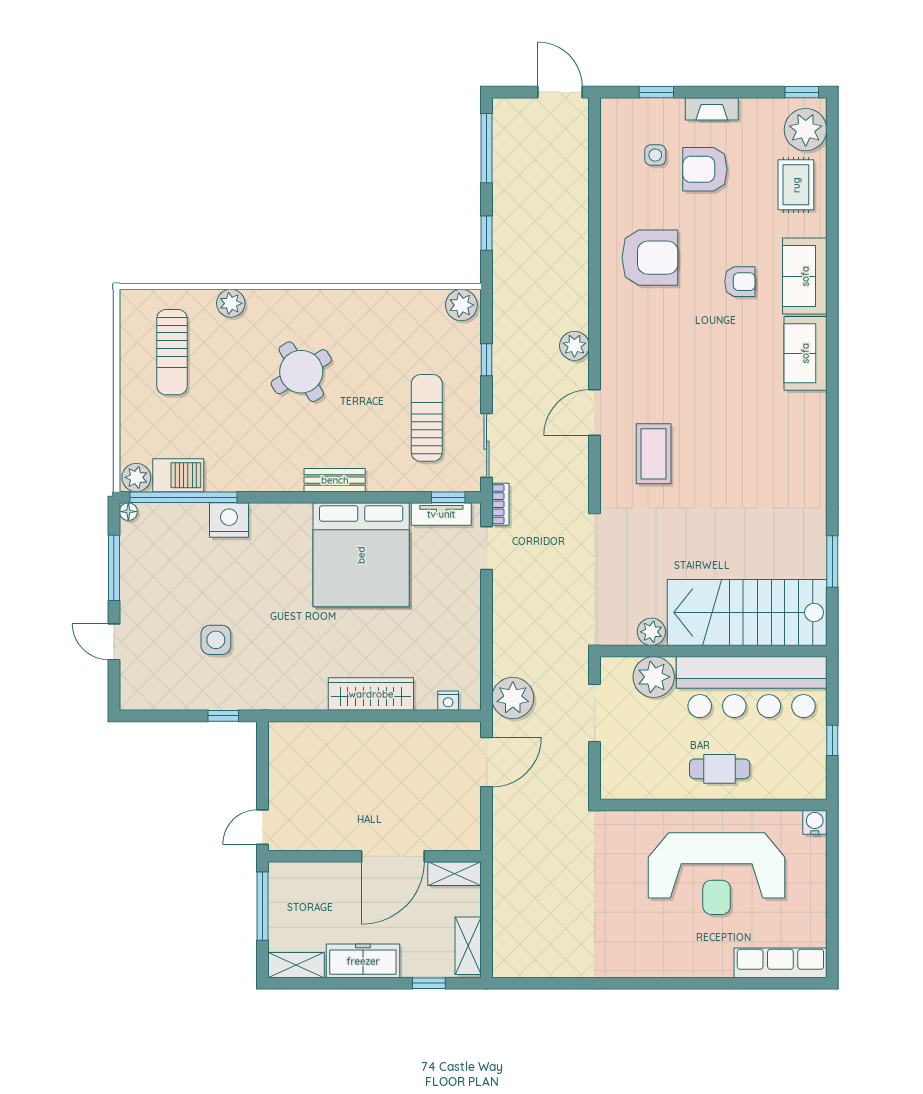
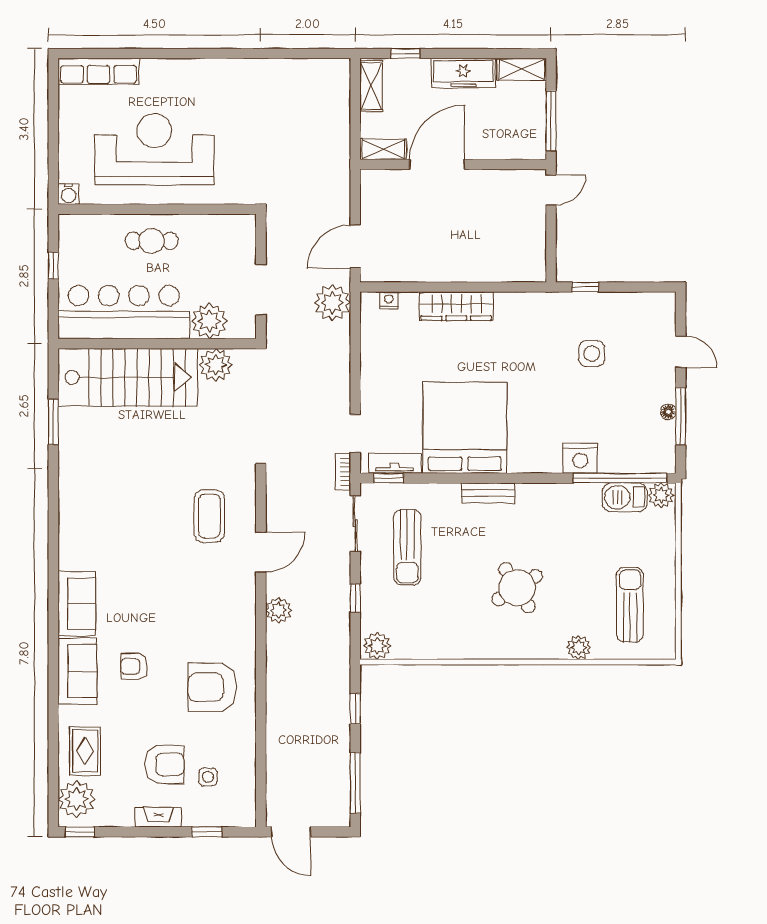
floor lamp: (128, 512) -> (668, 412), moved
plant: (651, 632) -> (216, 365), width x1.36, depth x1.36

